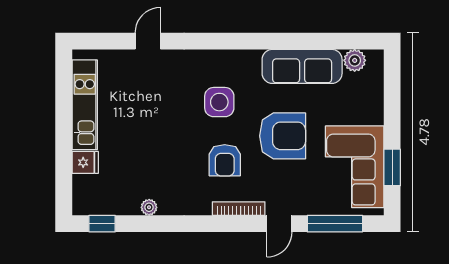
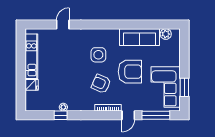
armchair: (225, 160) -> (101, 84), turned 114
window: (102, 224) -> (61, 115), moved

